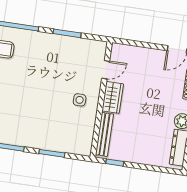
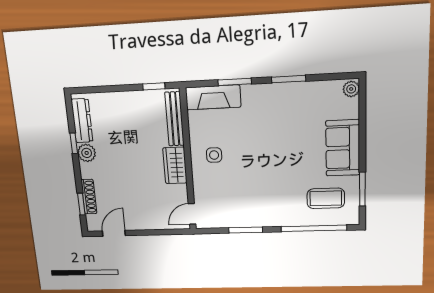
door: (106, 70) -> (192, 214), moved
fireplace: (71, 145) -> (213, 97), added

